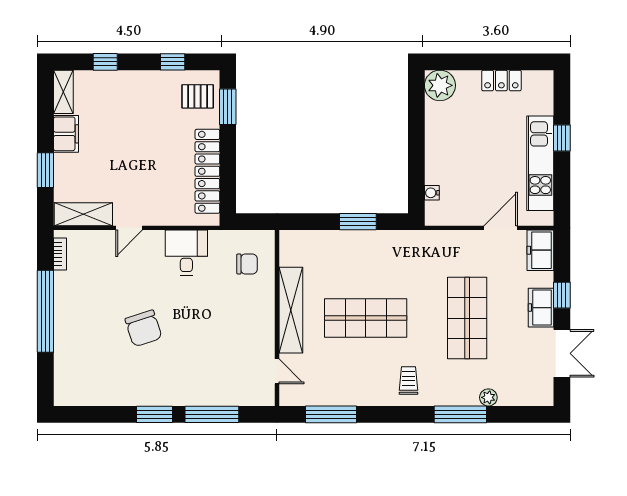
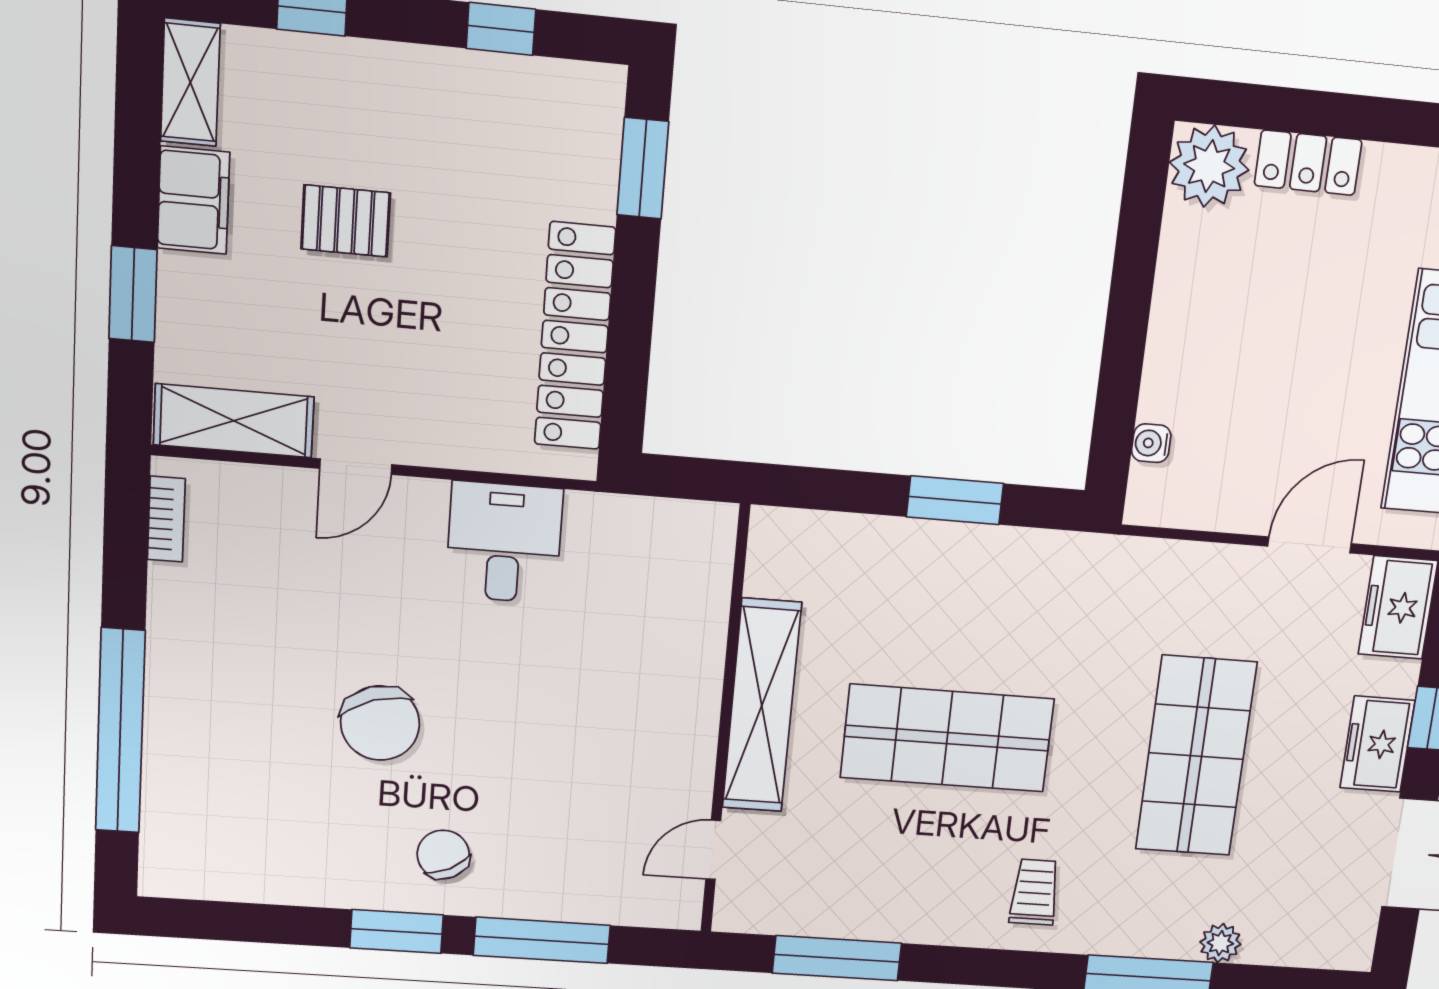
locker: (501, 80) -> (1308, 163), moved
pallet: (198, 96) -> (346, 221), moved
chair: (247, 264) -> (443, 855), moved, turned -117
window: (45, 311) -> (120, 731), moved
door: (277, 371) -> (713, 850), swing flipped

